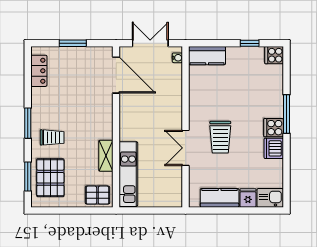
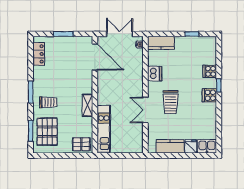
cooker: (274, 55) -> (210, 71), moved
window: (286, 114) -> (219, 85), width x0.46
dishwasher: (274, 148) -> (155, 73), moved, turned 180
shelving: (106, 156) -> (87, 105), moved

